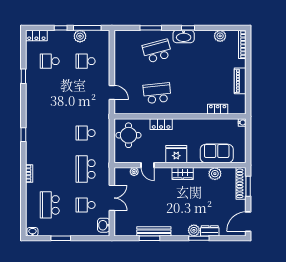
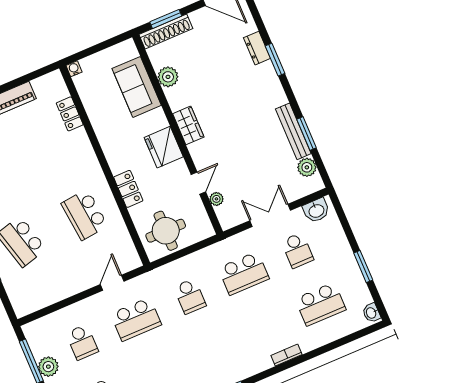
school desk: (86, 97) -> (136, 319), added
plant: (194, 230) -> (307, 167), moved

